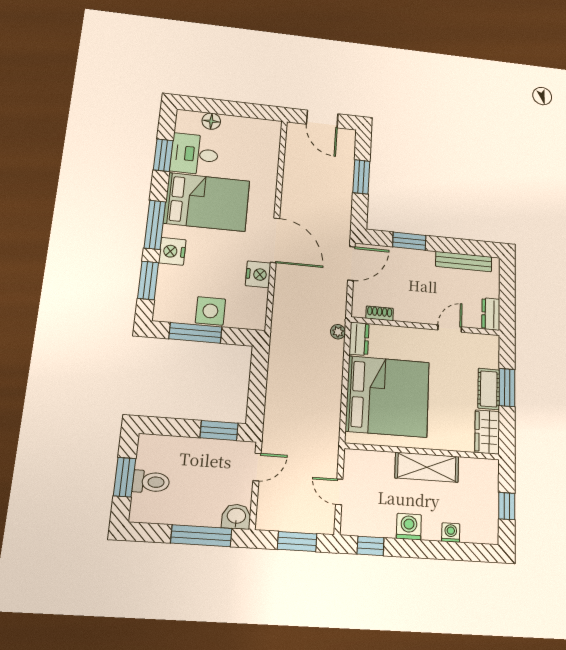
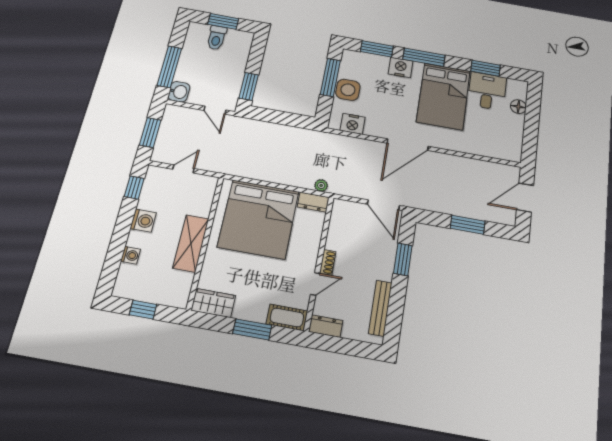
nightstand: (258, 274) -> (353, 124), moved
shoe rack: (380, 313) -> (328, 262), moved
door: (450, 328) -> (315, 284), hinge flipped
cot: (489, 389) -> (287, 317), moved

